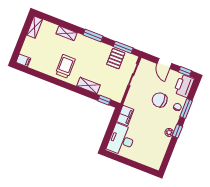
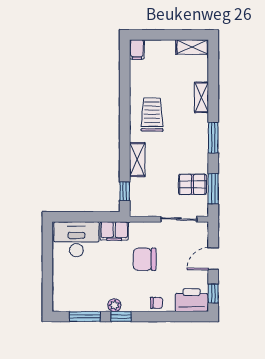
trolley: (65, 66) -> (152, 115), turned -90
chair: (160, 100) -> (145, 259), moved, turned -90
window: (186, 109) -> (85, 317), moved

